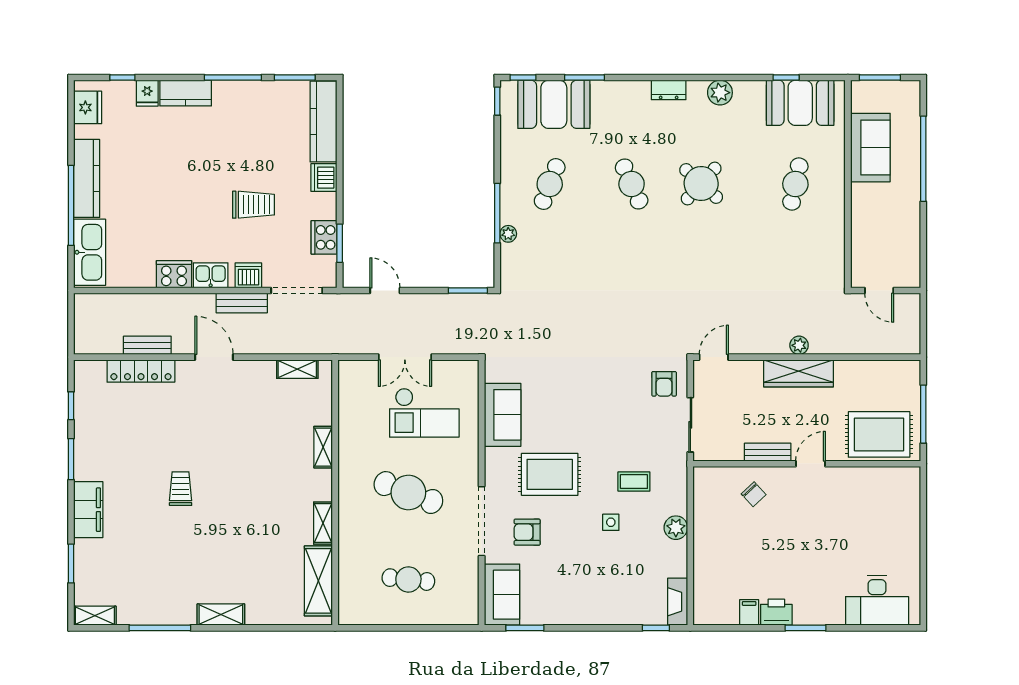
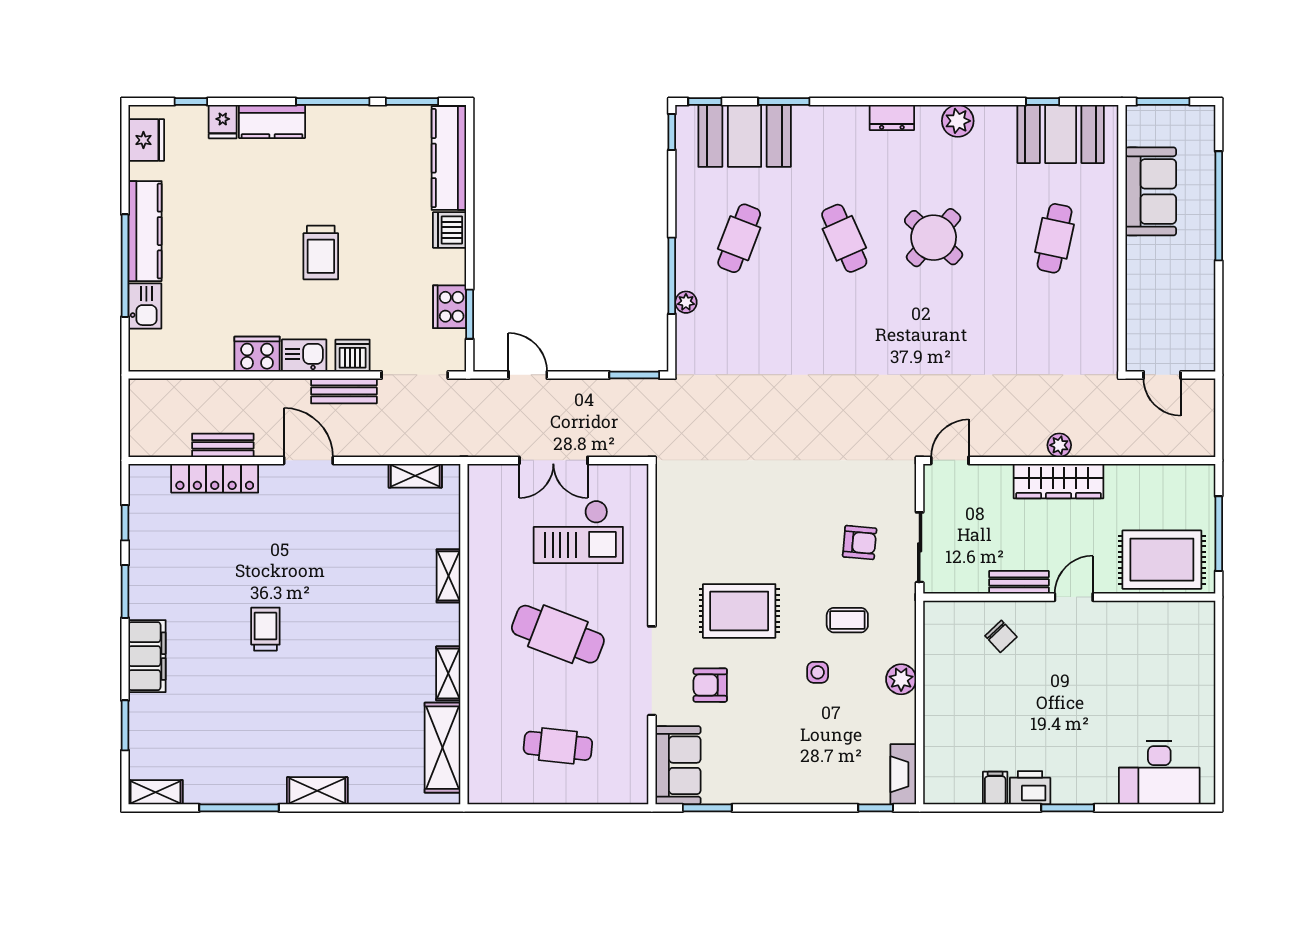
trolley: (253, 205) -> (321, 253), moved, turned 90
kitchen sink: (90, 252) -> (145, 306), width x0.53, depth x0.81
armchair: (664, 384) -> (860, 542), moved, turned -85
sofa: (503, 415) -> (679, 534), removed

